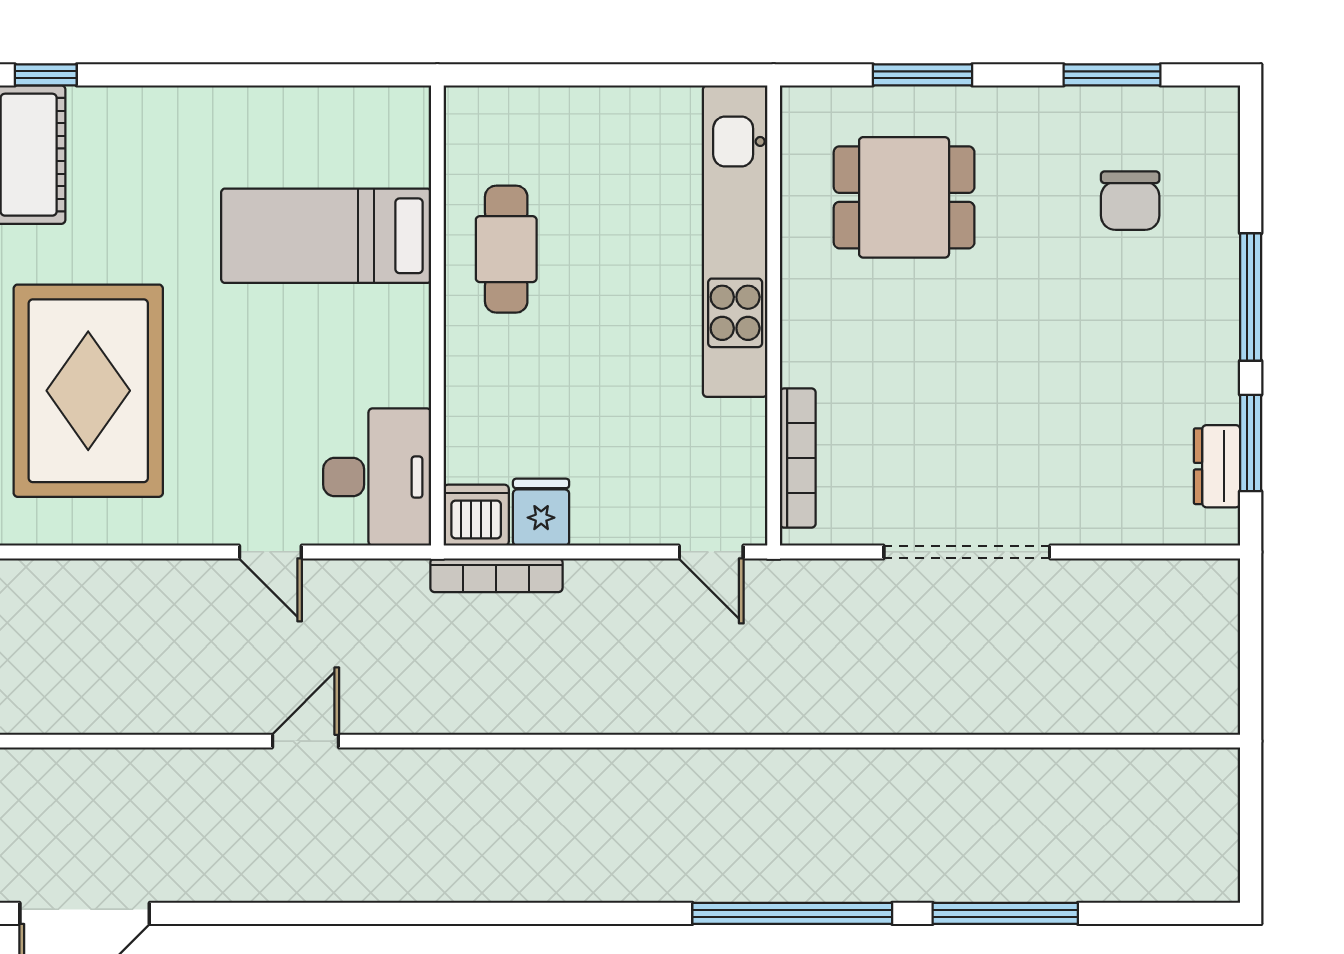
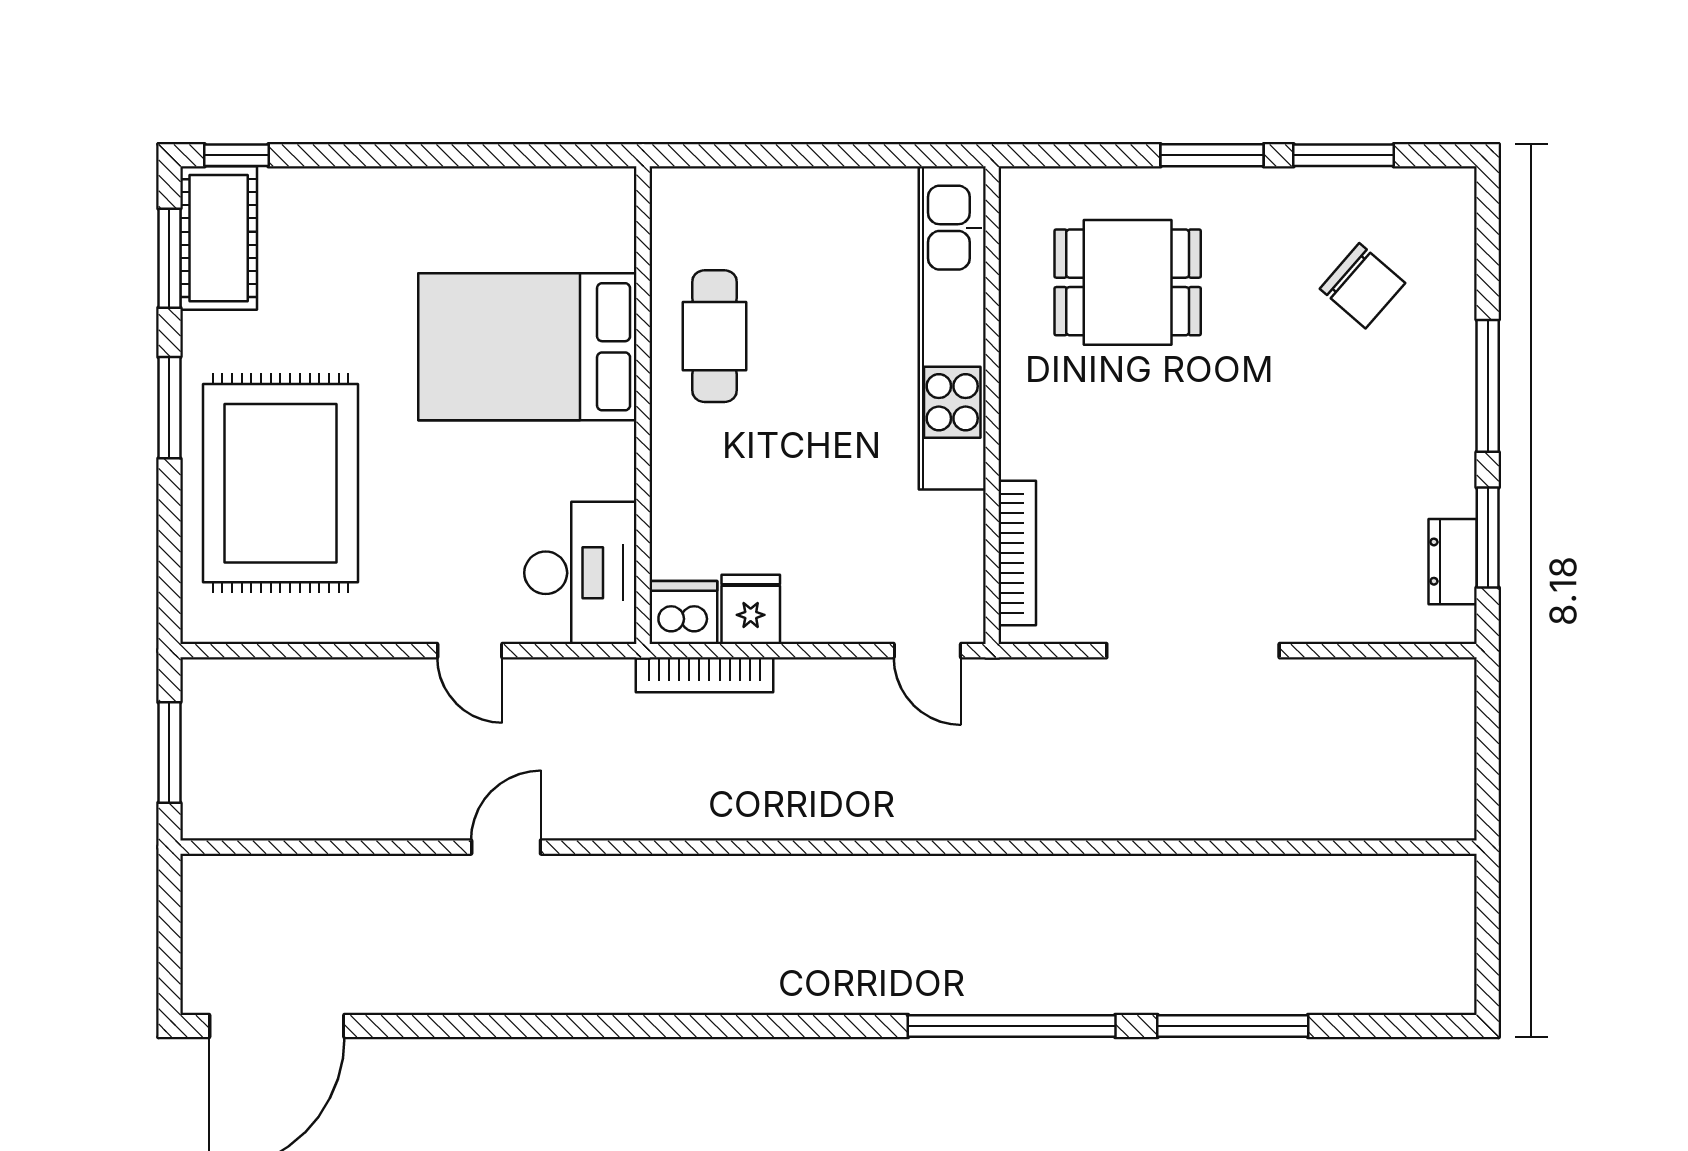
window: (923, 75) -> (1212, 155), moved
chair: (1130, 201) -> (1362, 286), turned -49
bed: (326, 236) -> (527, 347), width x1.50

